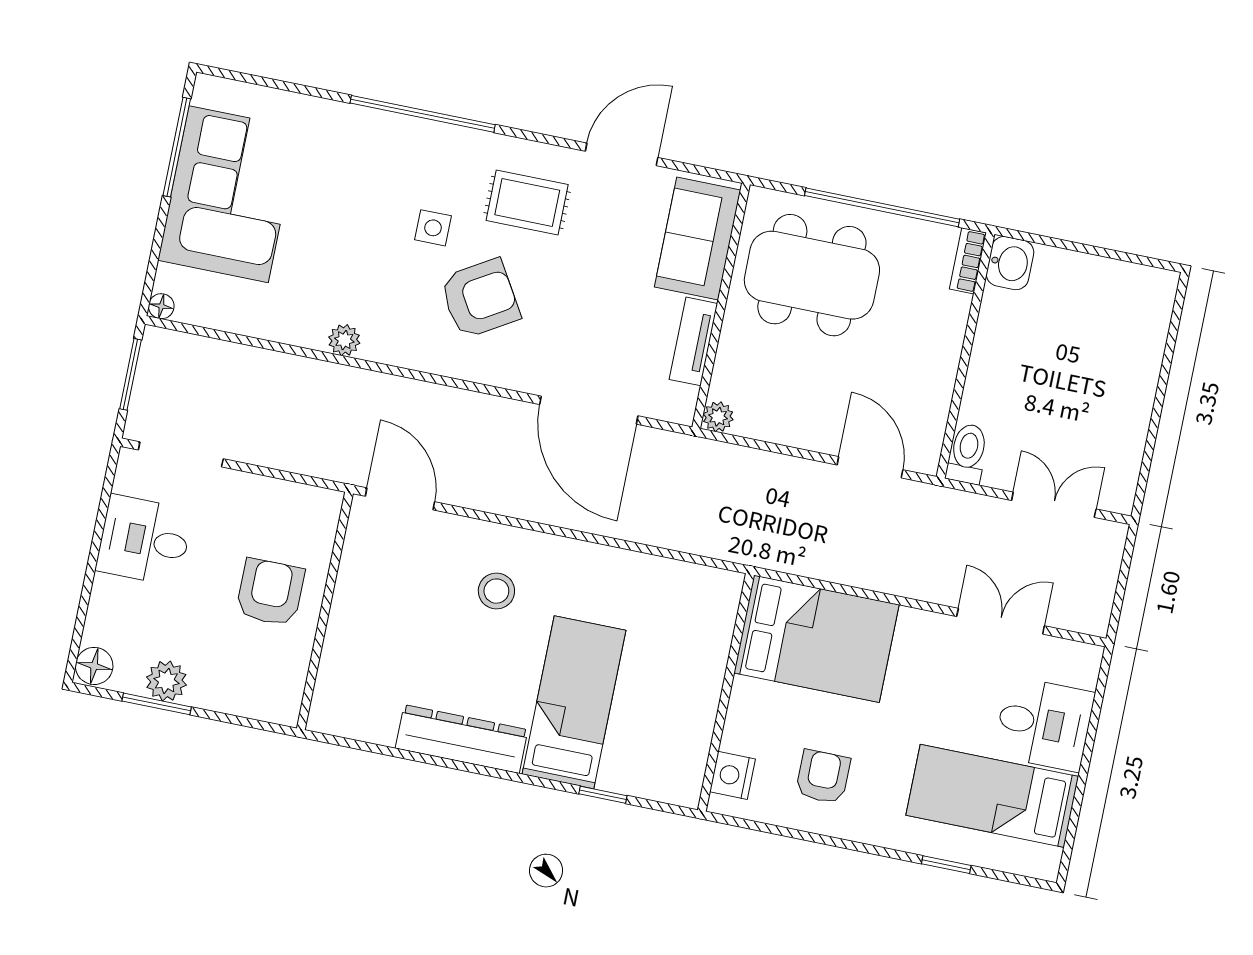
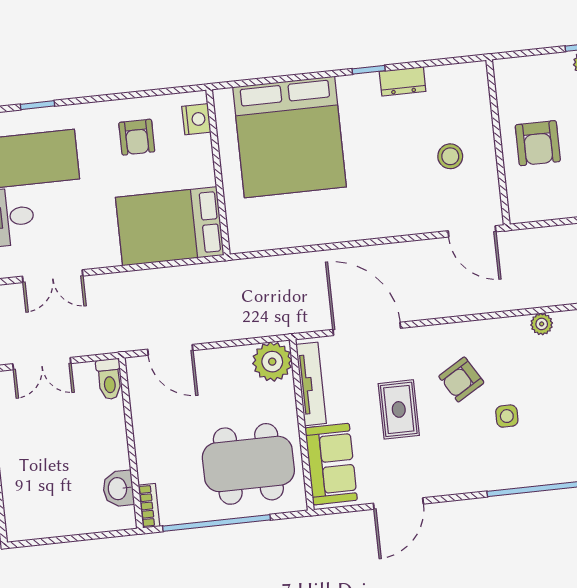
rug: (527, 203) -> (399, 409), moved, turned 90
washbasin: (1010, 263) -> (118, 489), moved
armchair: (480, 299) -> (461, 379), width x0.72, depth x0.72
tv unit: (693, 341) -> (311, 384), width x1.41
plant: (718, 417) -> (272, 362), width x1.87, depth x1.87
stool: (496, 591) -> (450, 156), moved
bed: (574, 702) -> (290, 137), width x2.04
dresser: (462, 739) -> (403, 81), width x0.51, depth x0.80
window: (603, 795) -> (369, 70), moved

